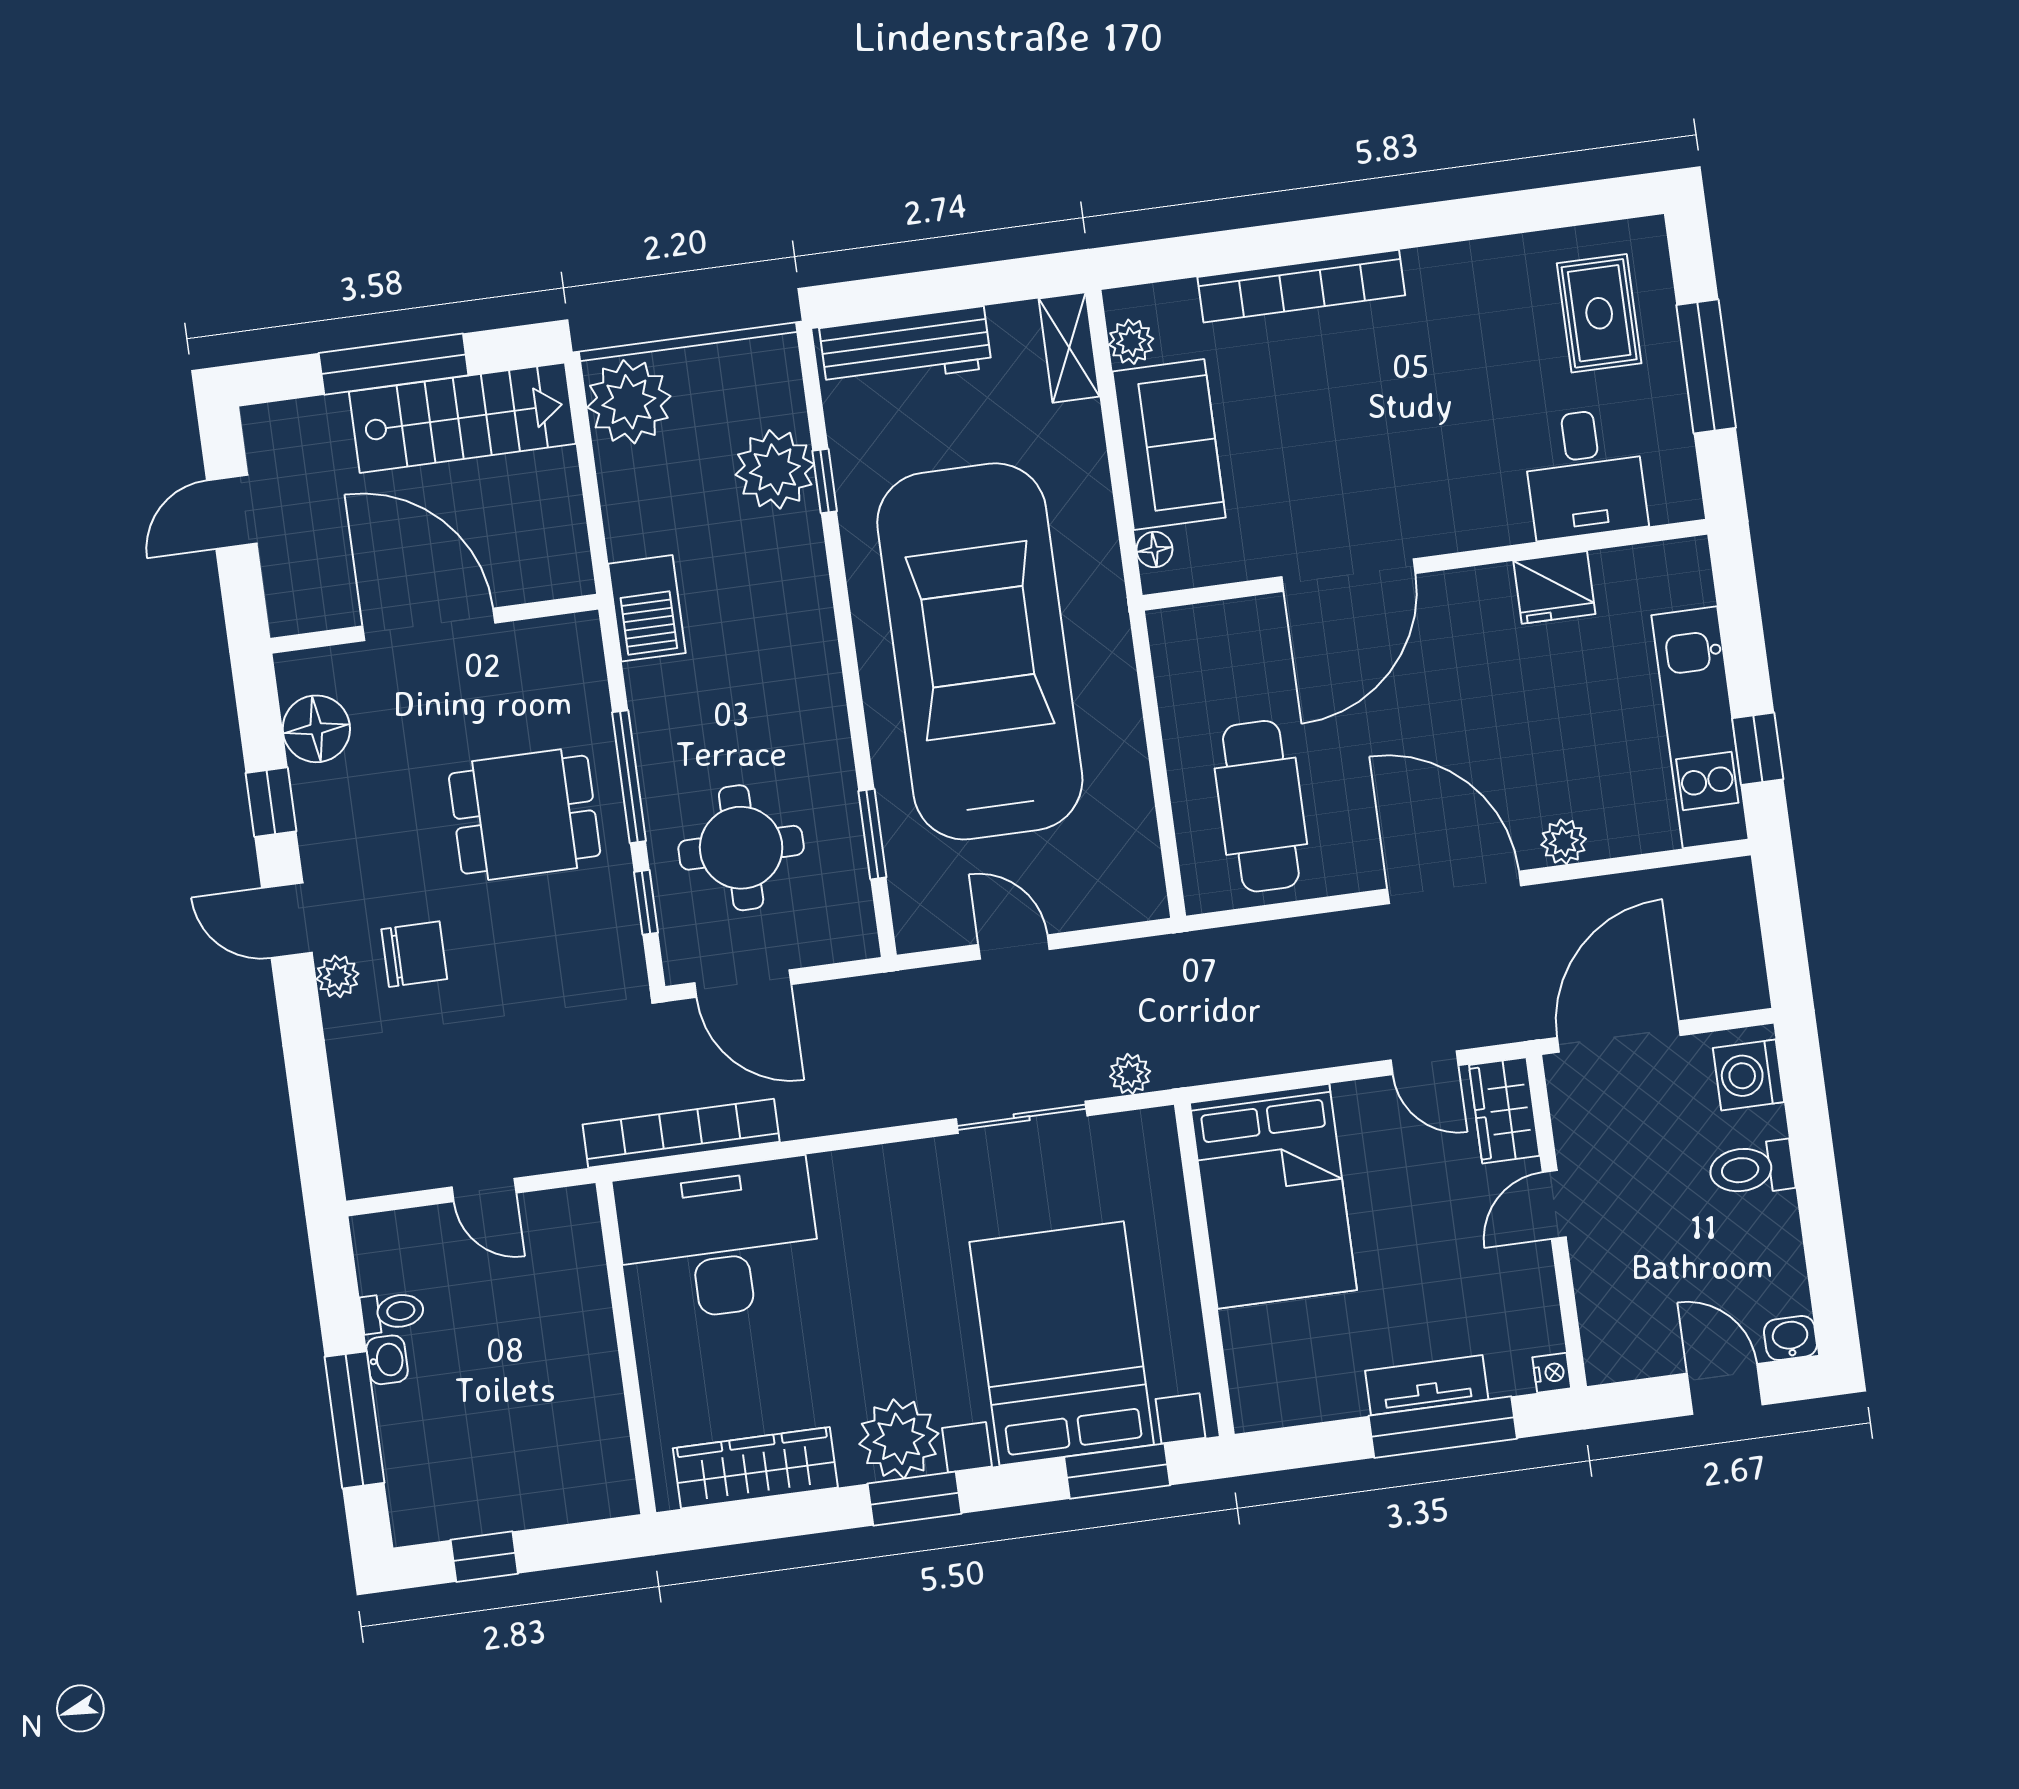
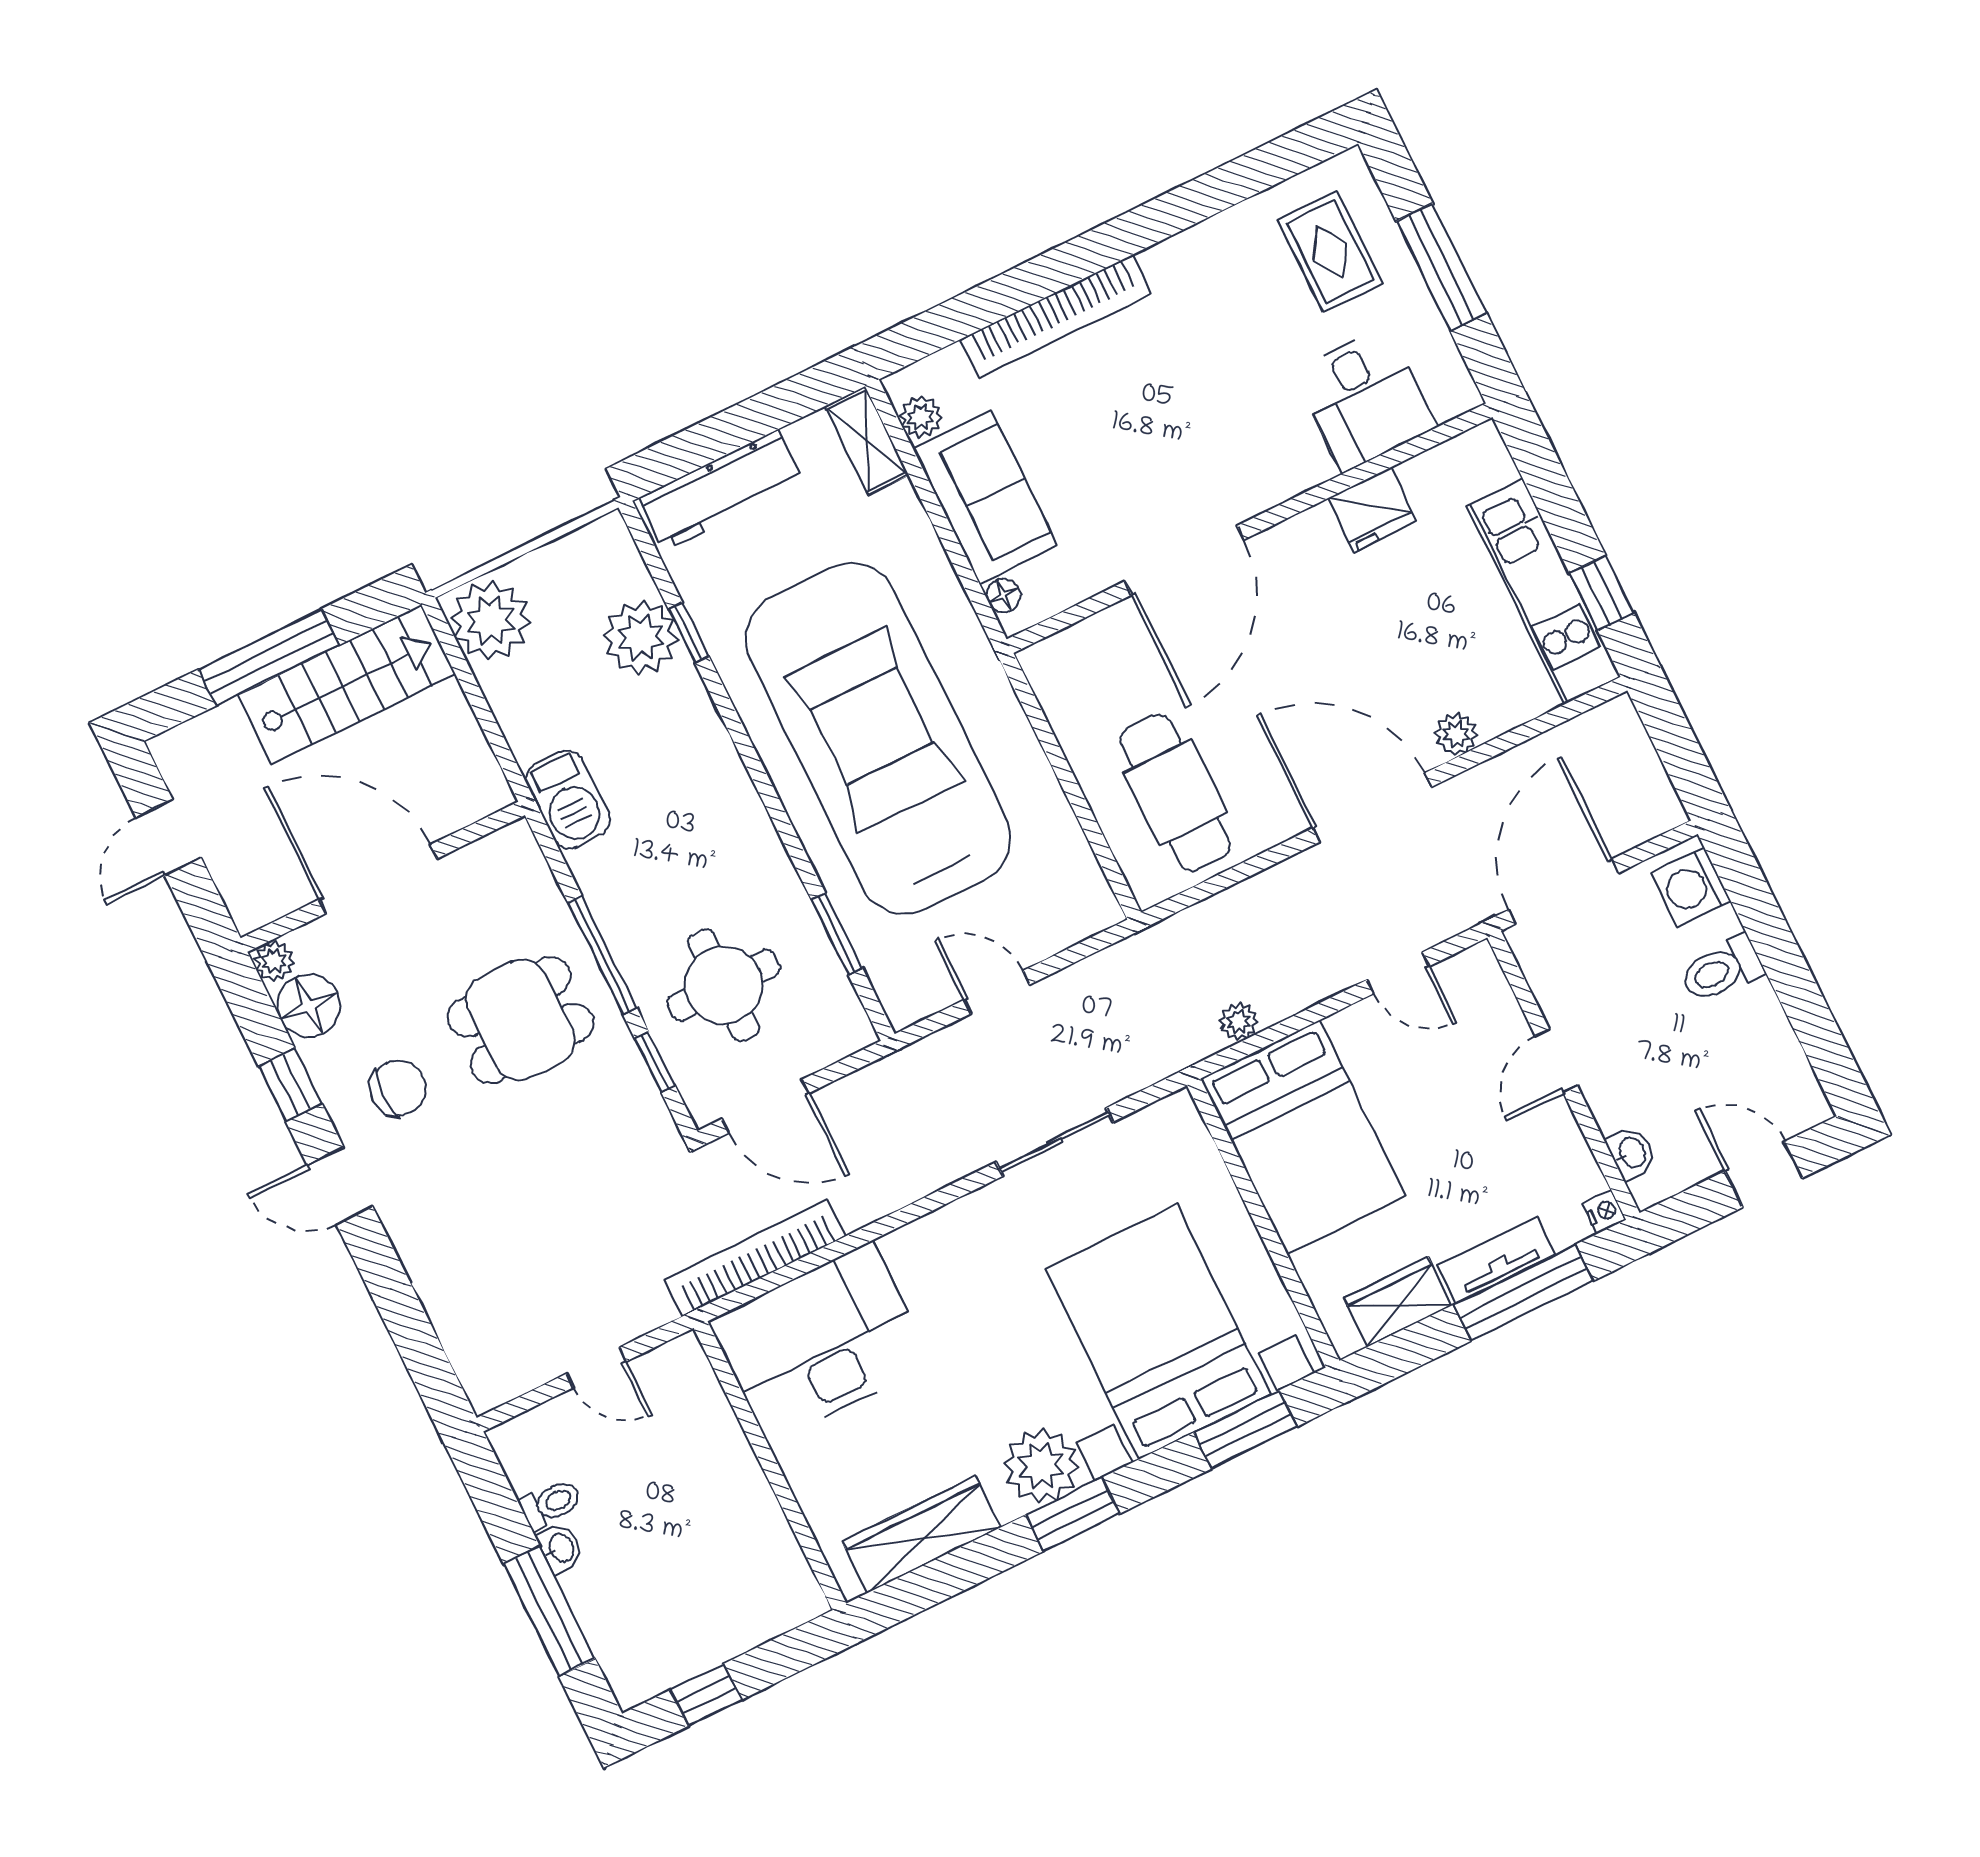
chair: (414, 954) -> (398, 1088), moved
plant: (337, 976) -> (274, 961), moved
plant: (1130, 1074) -> (1239, 1022), moved
wardrobe: (1504, 1110) -> (1398, 1302), moved, turned 90
washbasin: (1790, 1338) -> (1631, 1153), moved, turned 90

